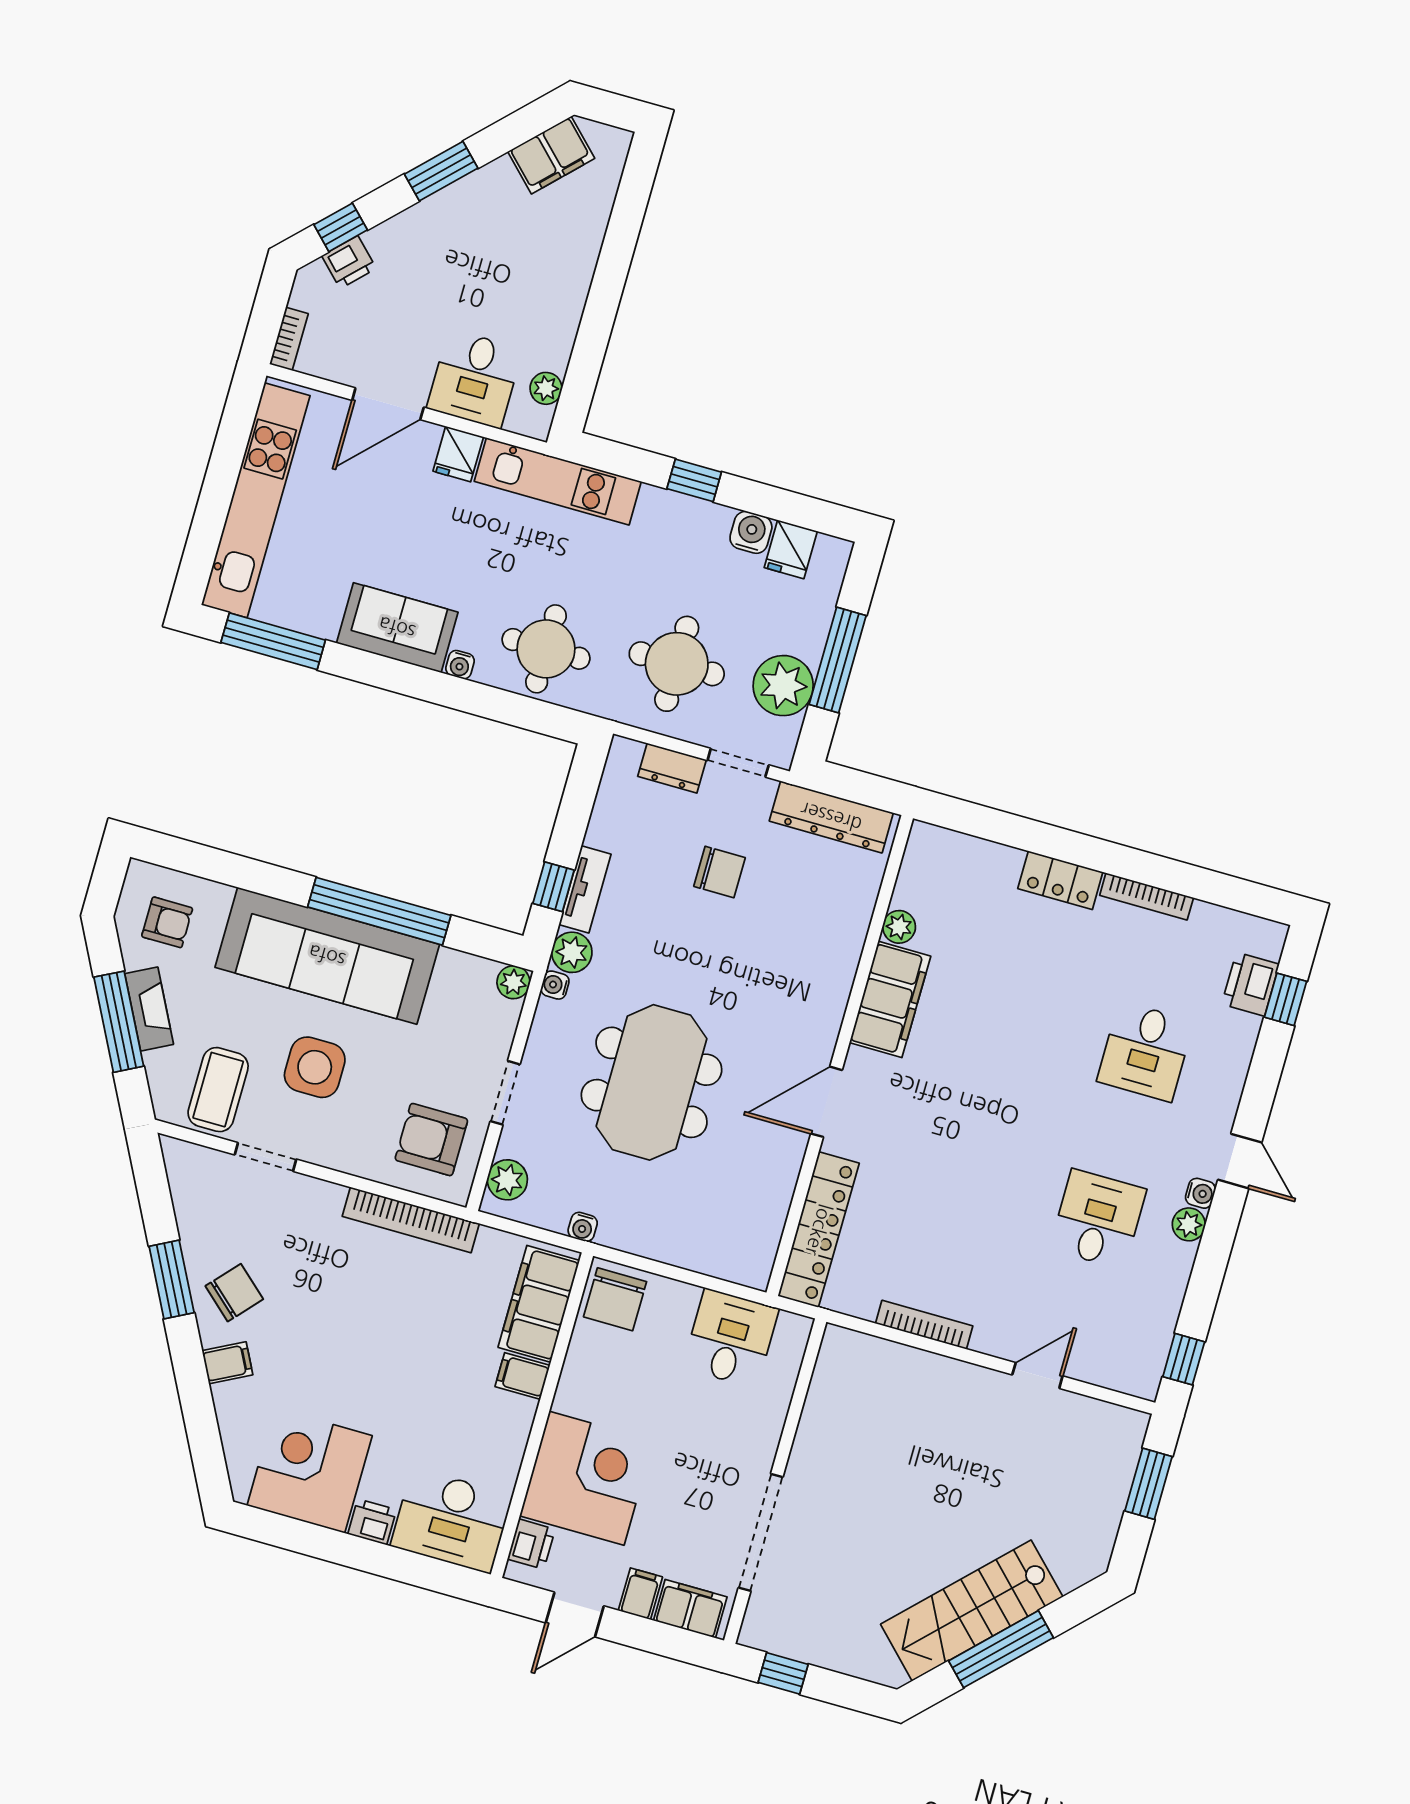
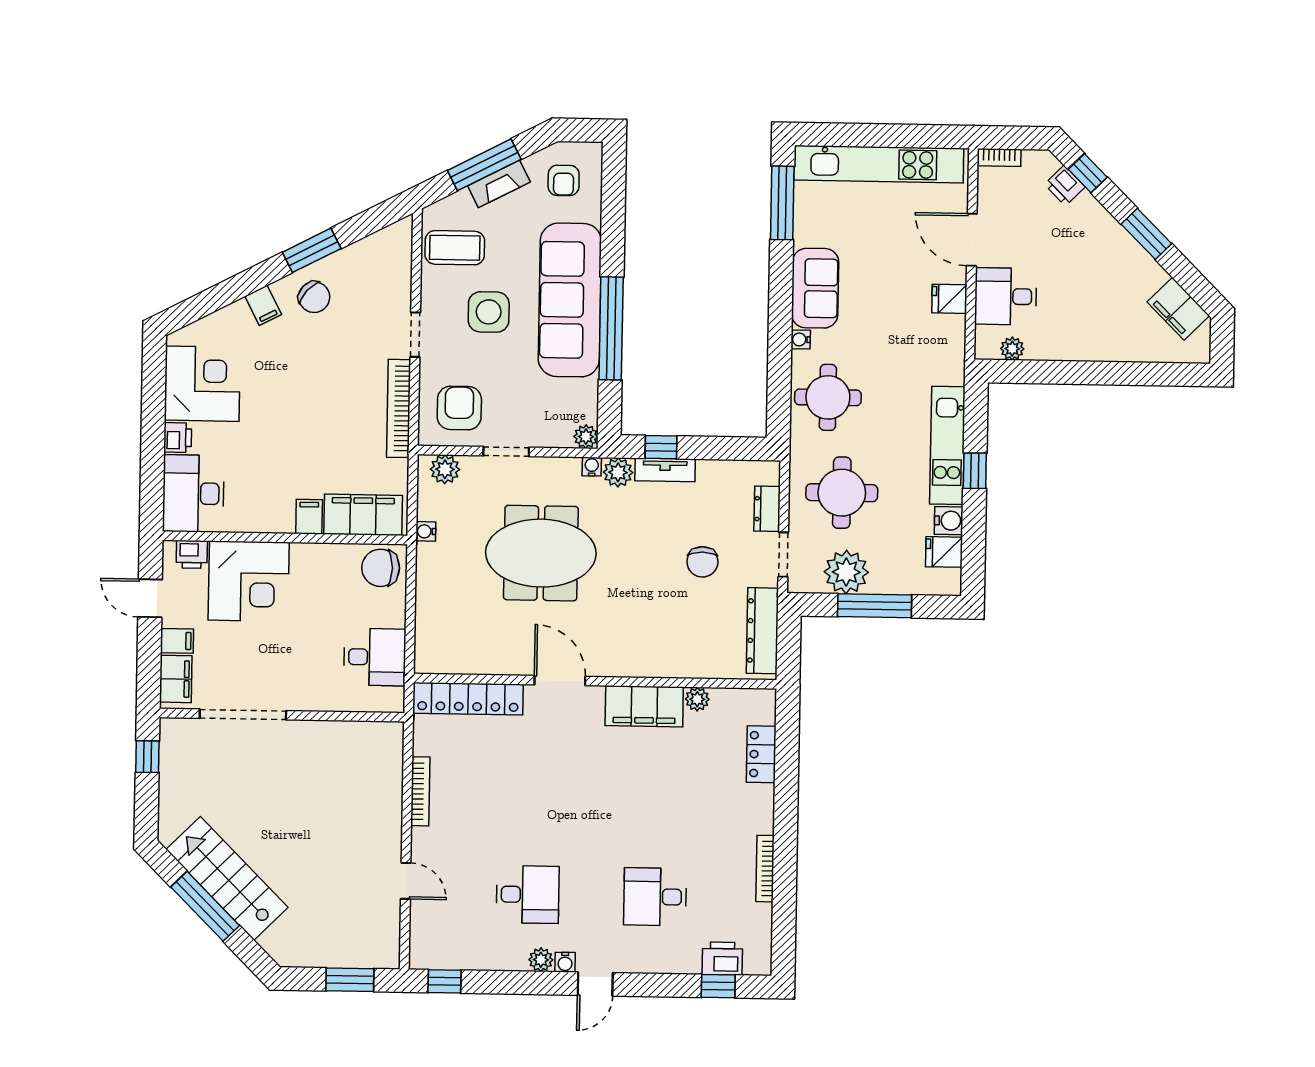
kitchen unit: (558, 481) -> (947, 445), moved
locker: (1060, 880) -> (761, 754), moved
doorway: (265, 1157) -> (415, 335), moved

